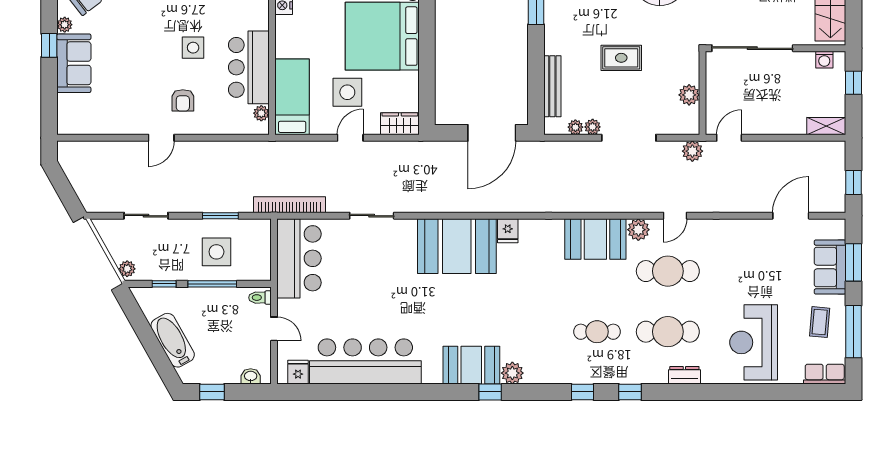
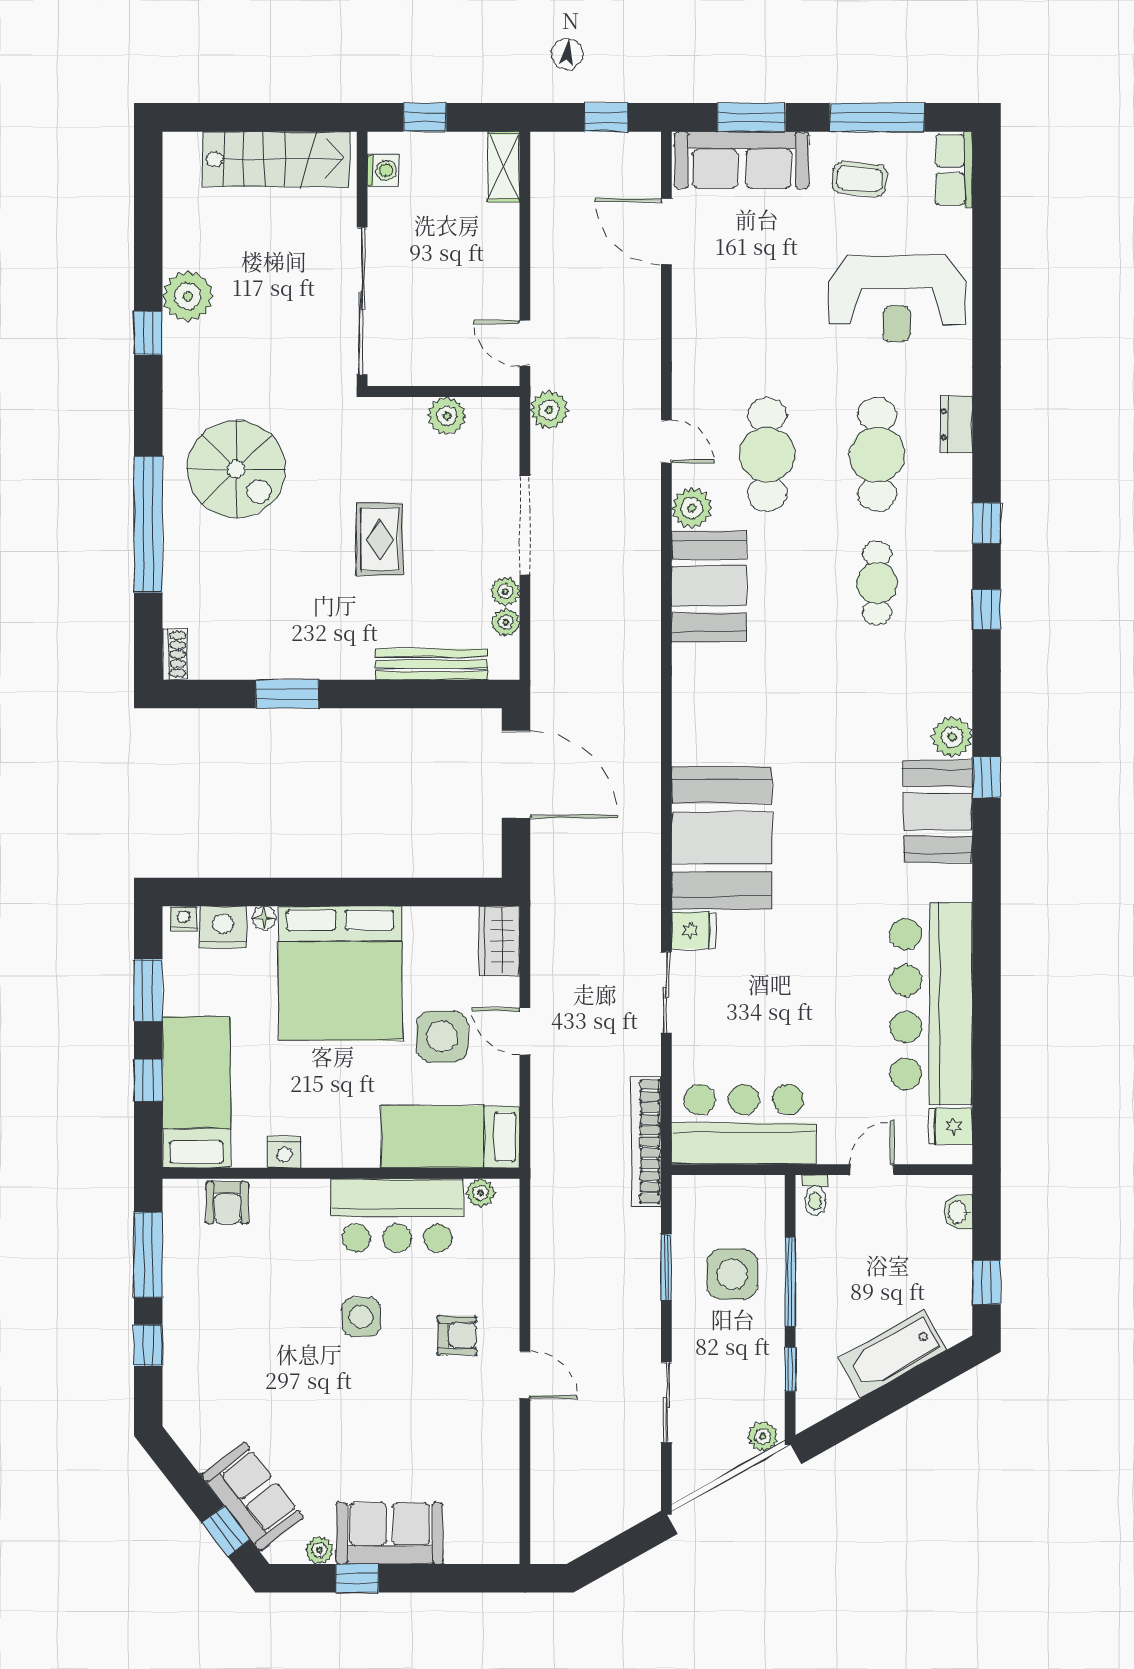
fridge: (508, 231) -> (694, 930), moved
sofa: (830, 267) -> (742, 160), width x1.36

